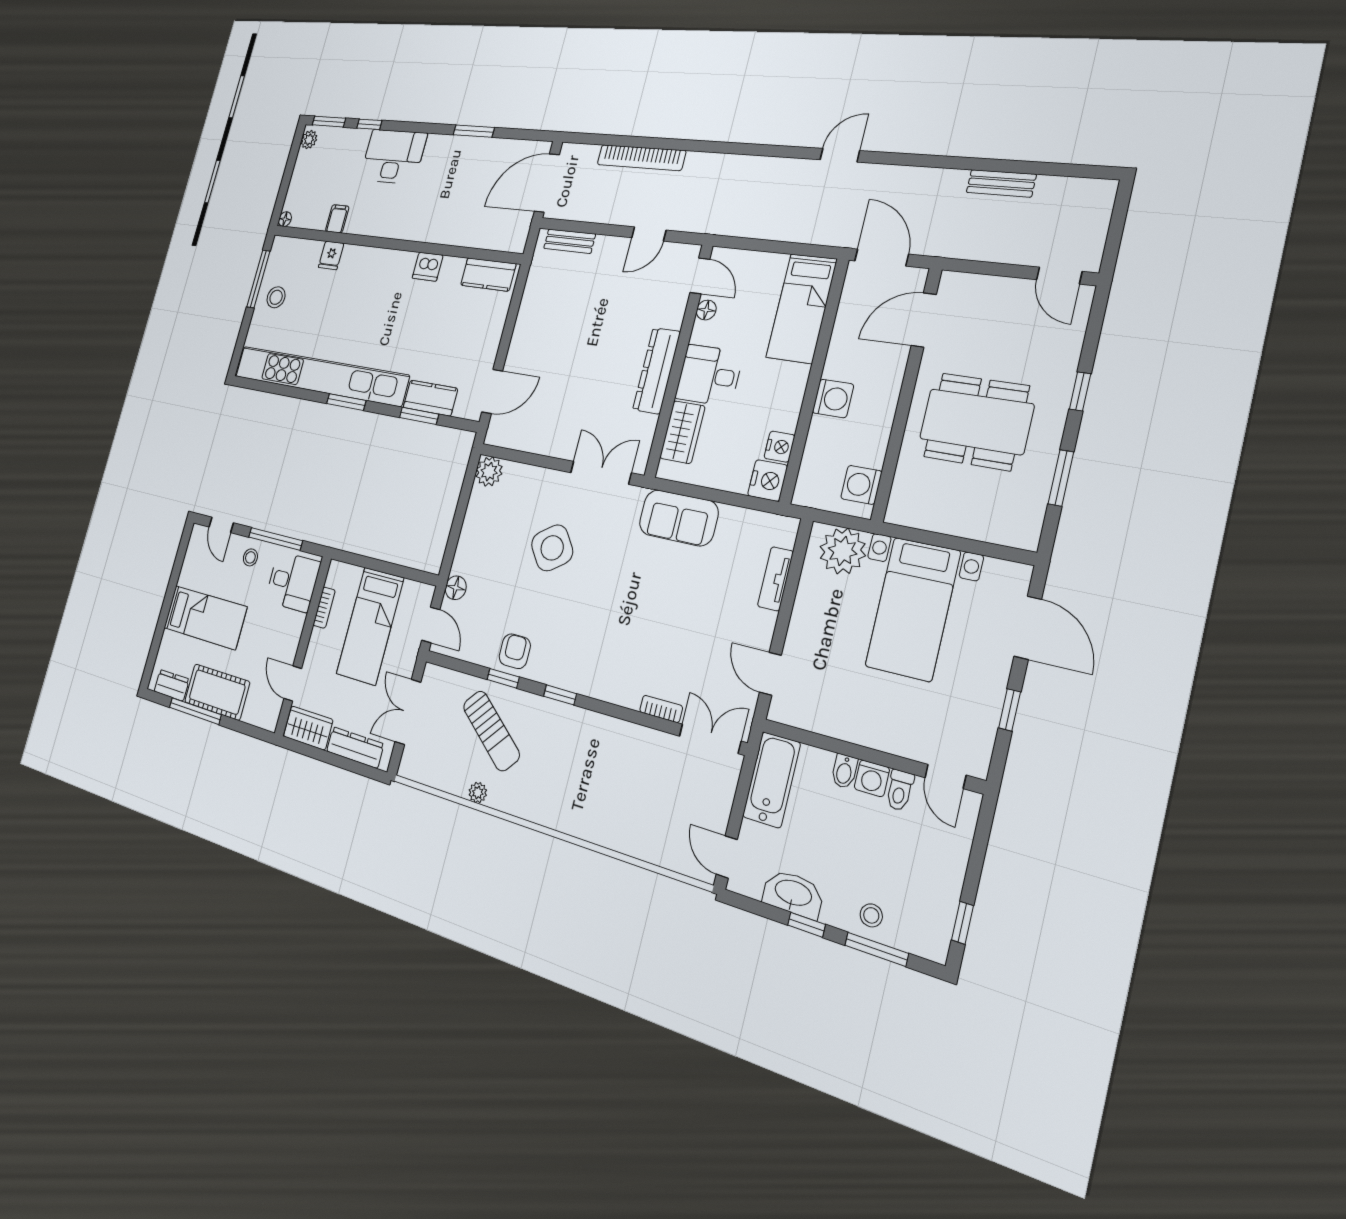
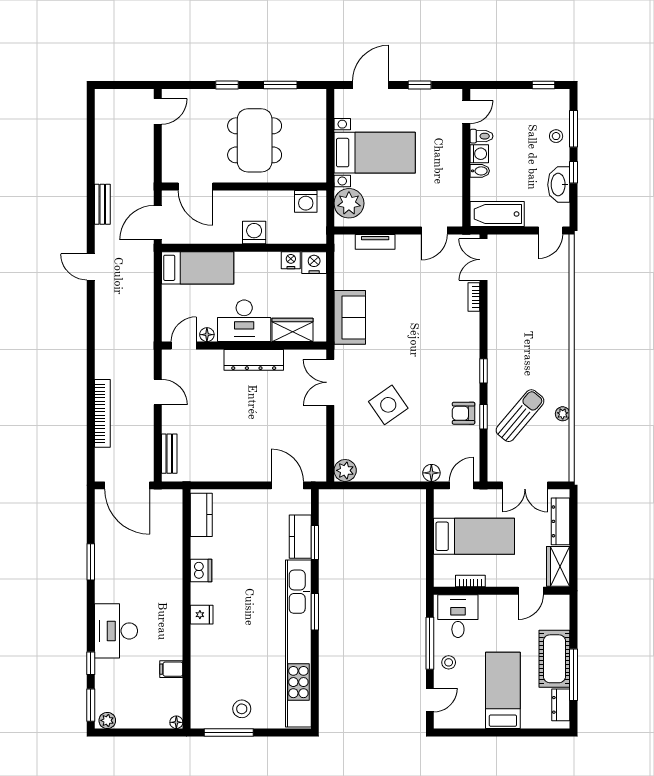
bench: (1001, 183) -> (102, 204), moved
fridge: (331, 255) -> (202, 615), moved
desk: (709, 375) -> (244, 321), width x1.37

